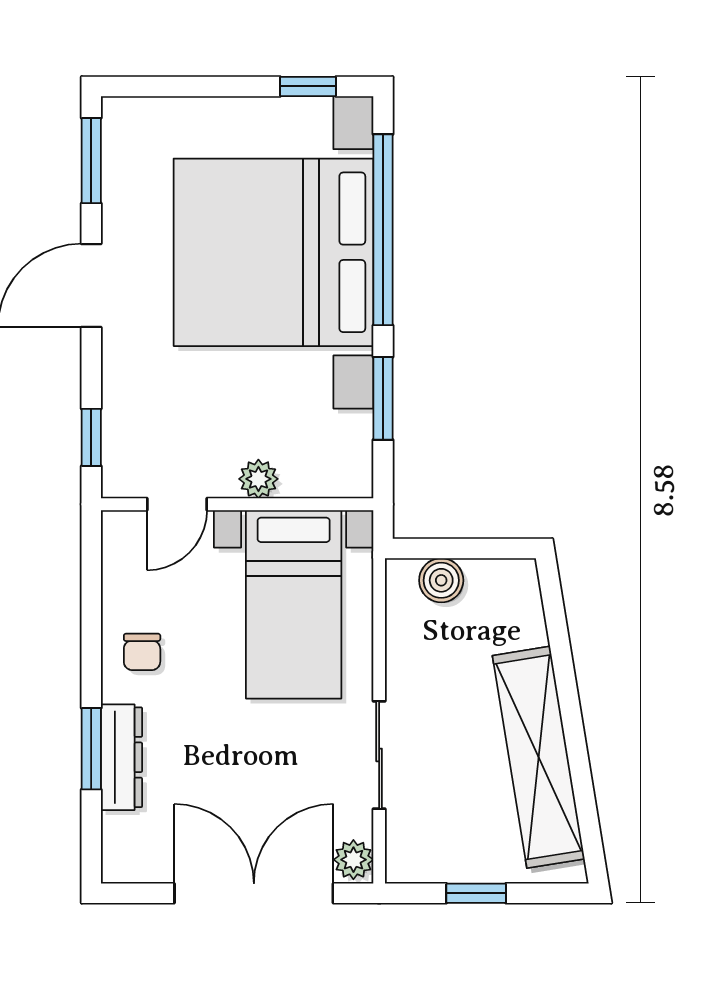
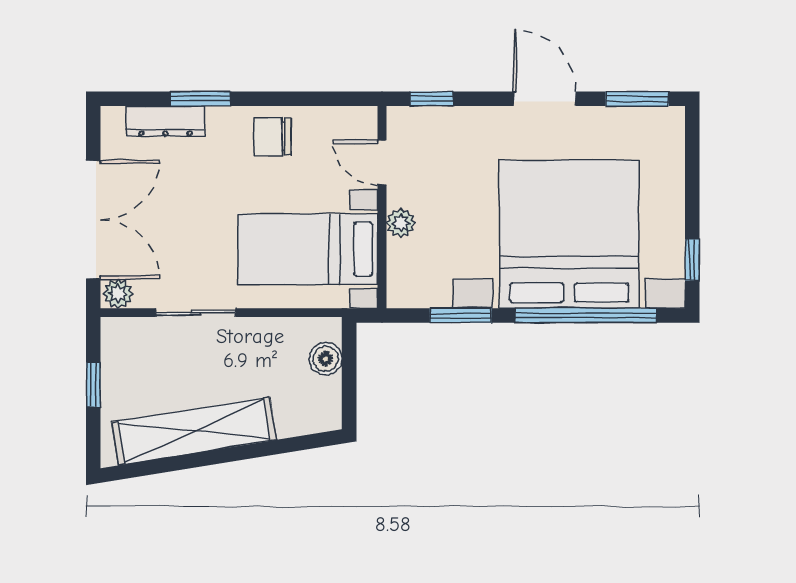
chair: (142, 652) -> (272, 137), width x1.37, depth x1.37
dresser: (121, 757) -> (165, 121), moved

